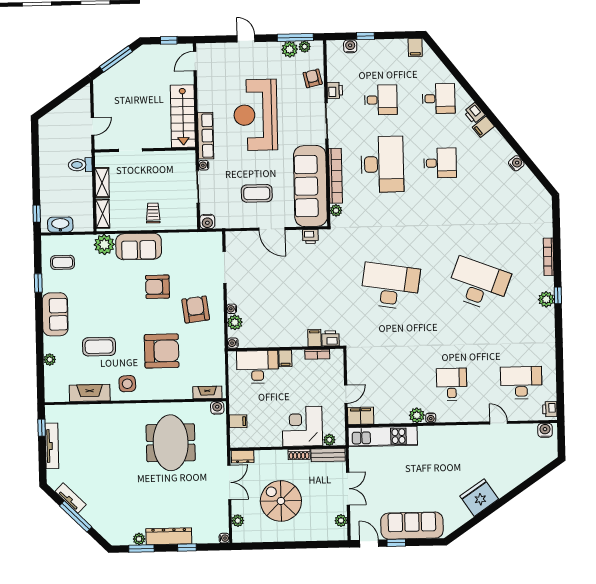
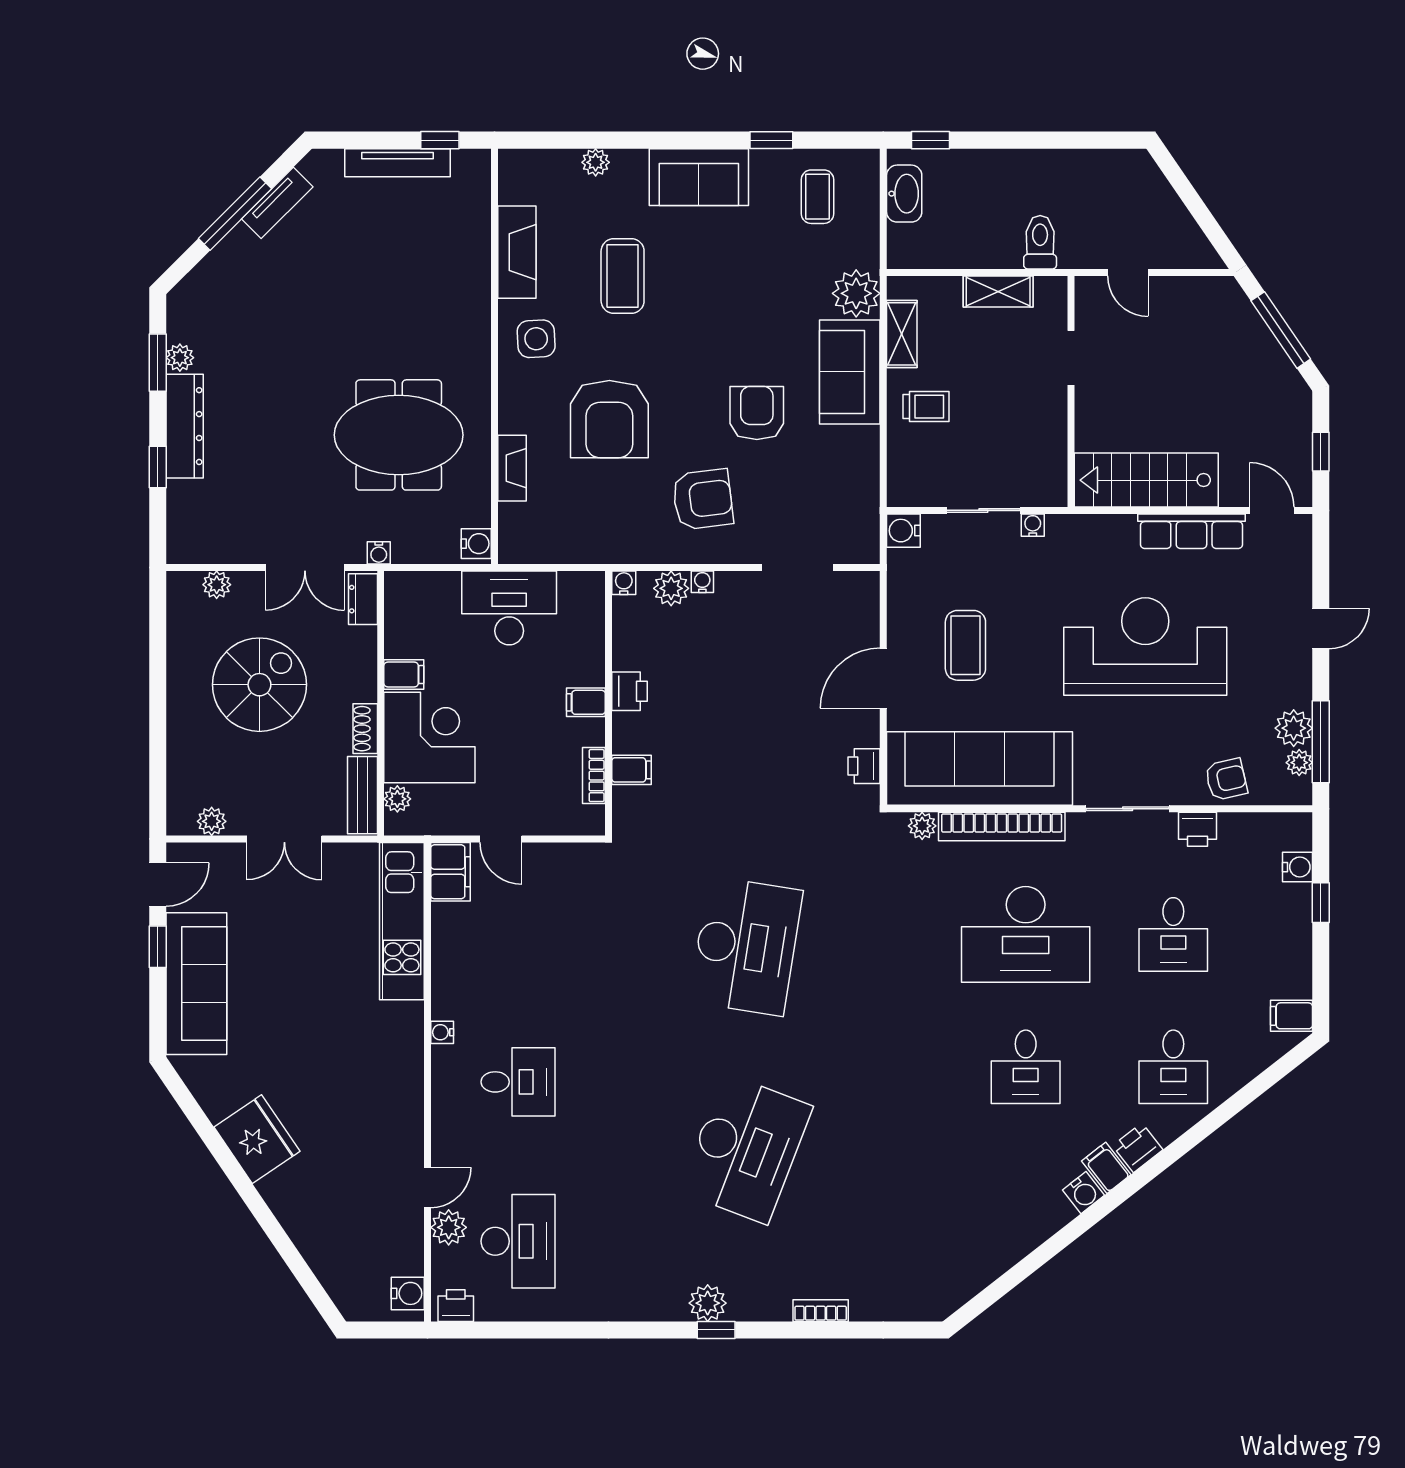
row of seats: (206, 136) -> (1191, 531), moved
water cooler: (516, 163) -> (1084, 1193), moved
shelving: (103, 214) -> (902, 334), moved, turned 90
bookcase: (549, 257) -> (821, 1311), width x0.64
printer: (330, 338) -> (629, 691), moved
desk: (257, 367) -> (509, 608), moved, turned -90
fireplace: (207, 392) -> (512, 468), moved
plant: (417, 415) -> (449, 1227), moved
filing cabinet: (238, 421) -> (404, 675), moved, turned -90
water cooler: (224, 538) -> (379, 553), moved

